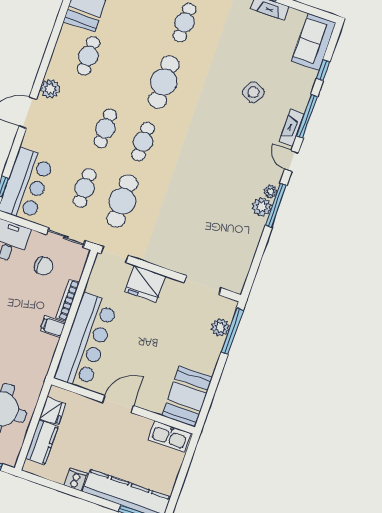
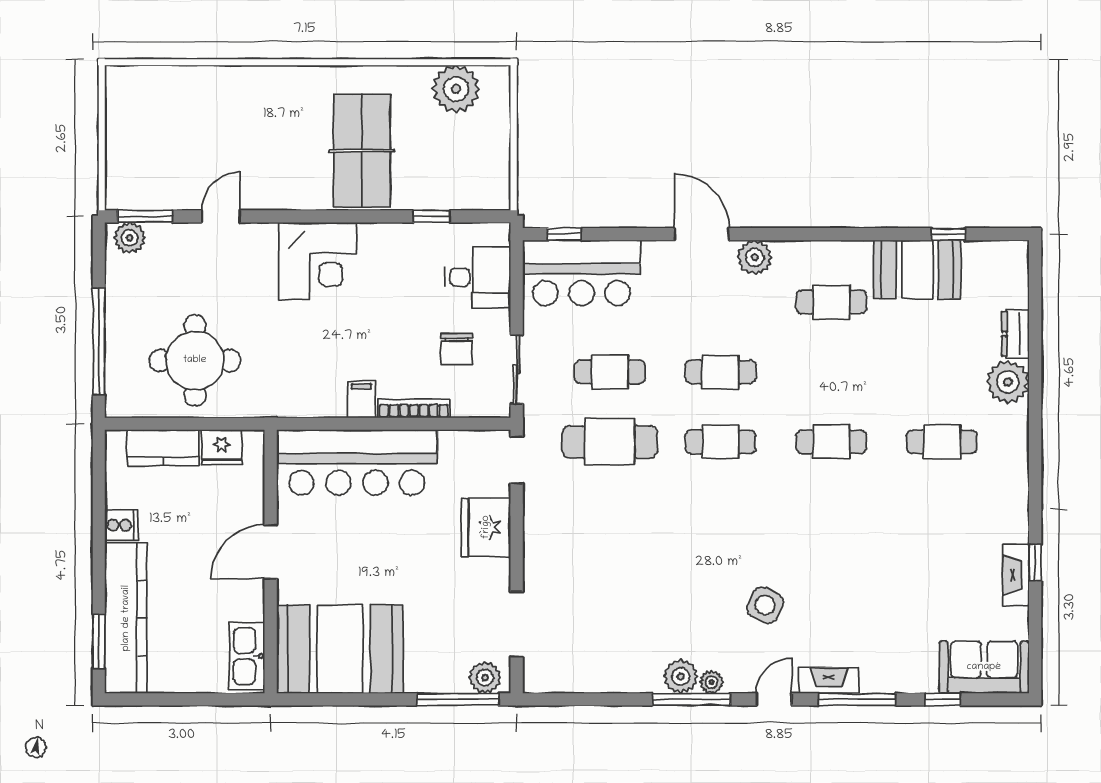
cafe table: (164, 82) -> (831, 442), width x0.73, depth x0.74
side table: (253, 92) -> (765, 605), moved
plant: (220, 327) -> (485, 678), moved
booth: (187, 397) -> (340, 649), width x1.36, depth x1.42
door: (118, 404) -> (271, 552), swing flipped

